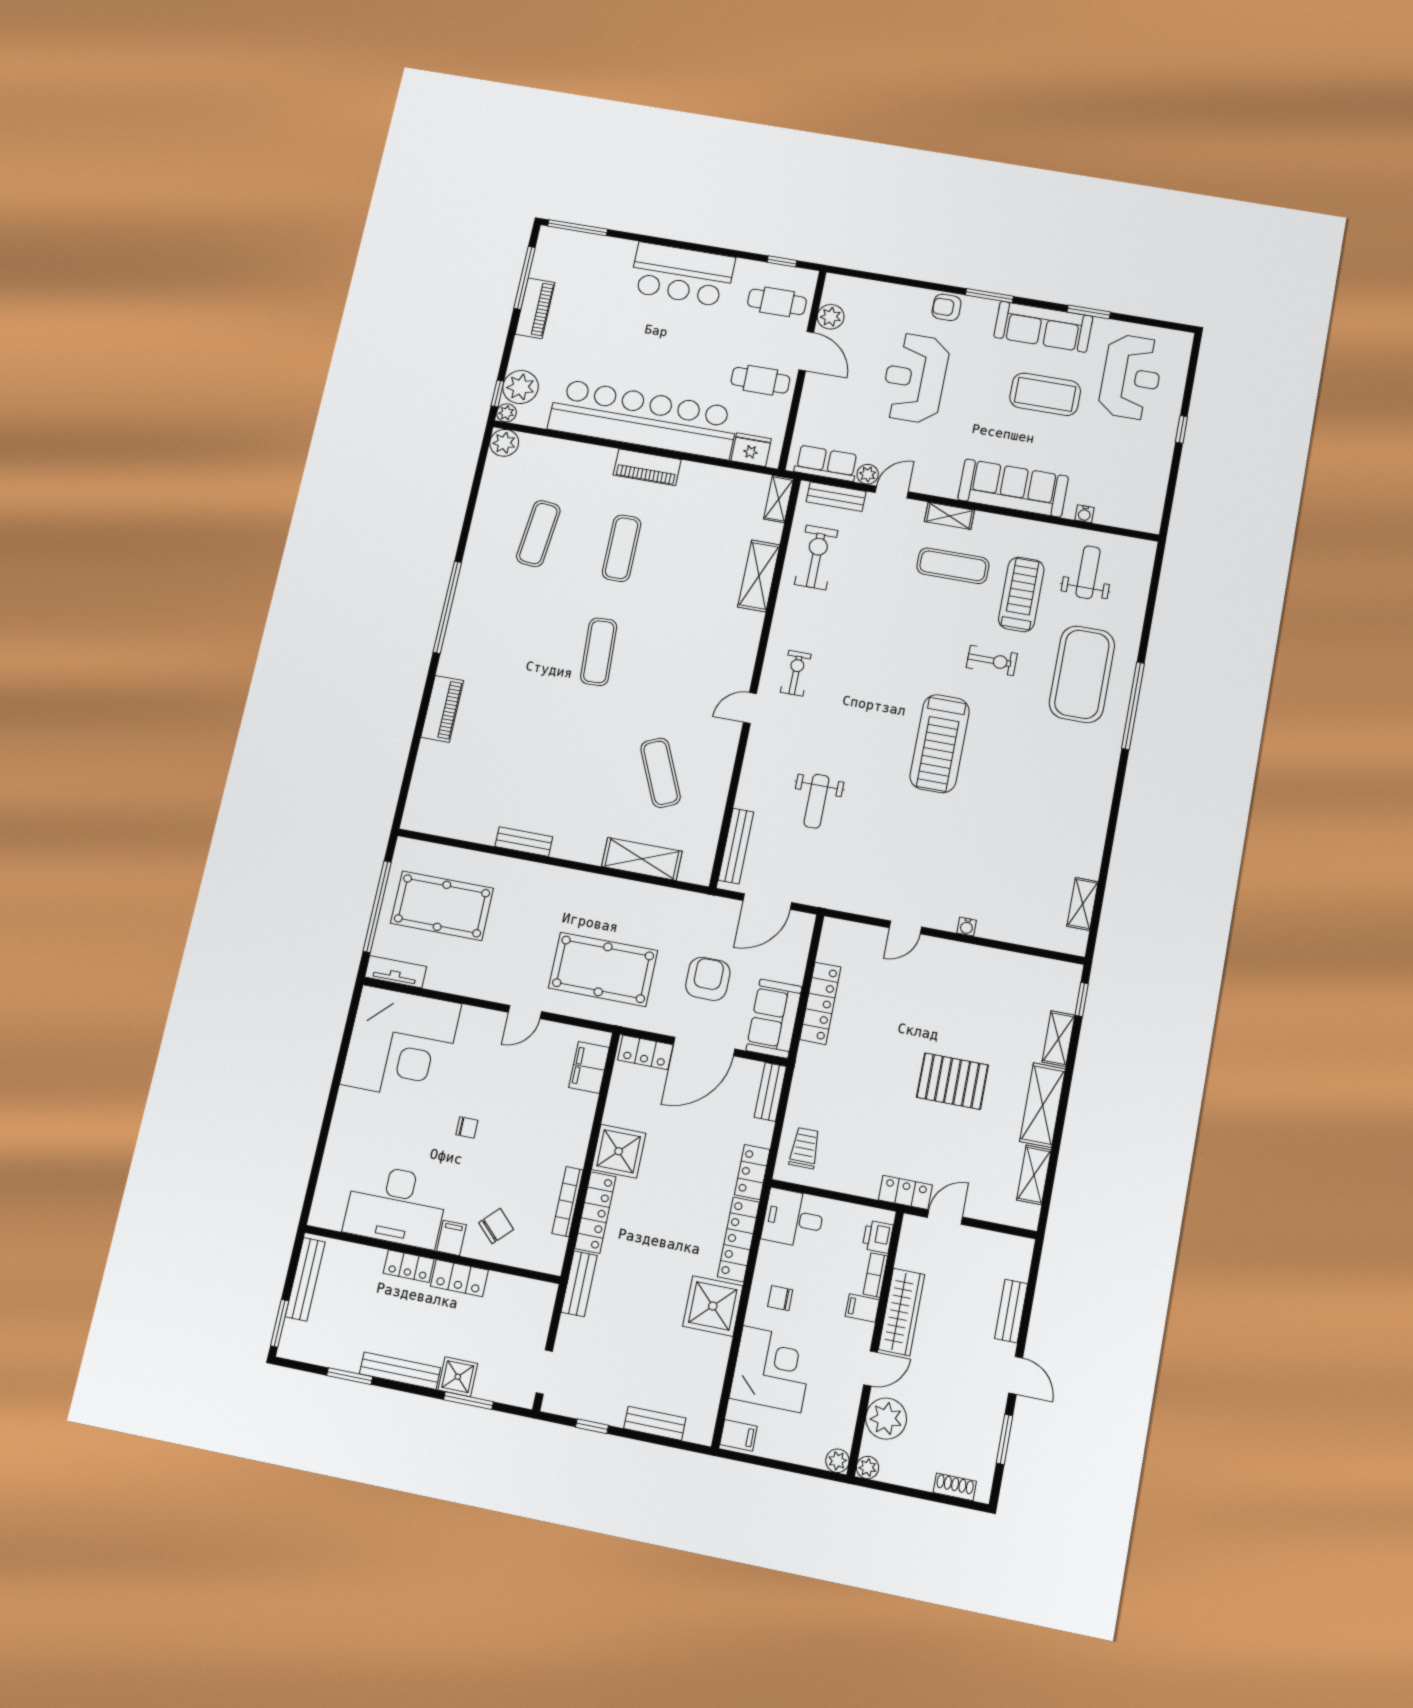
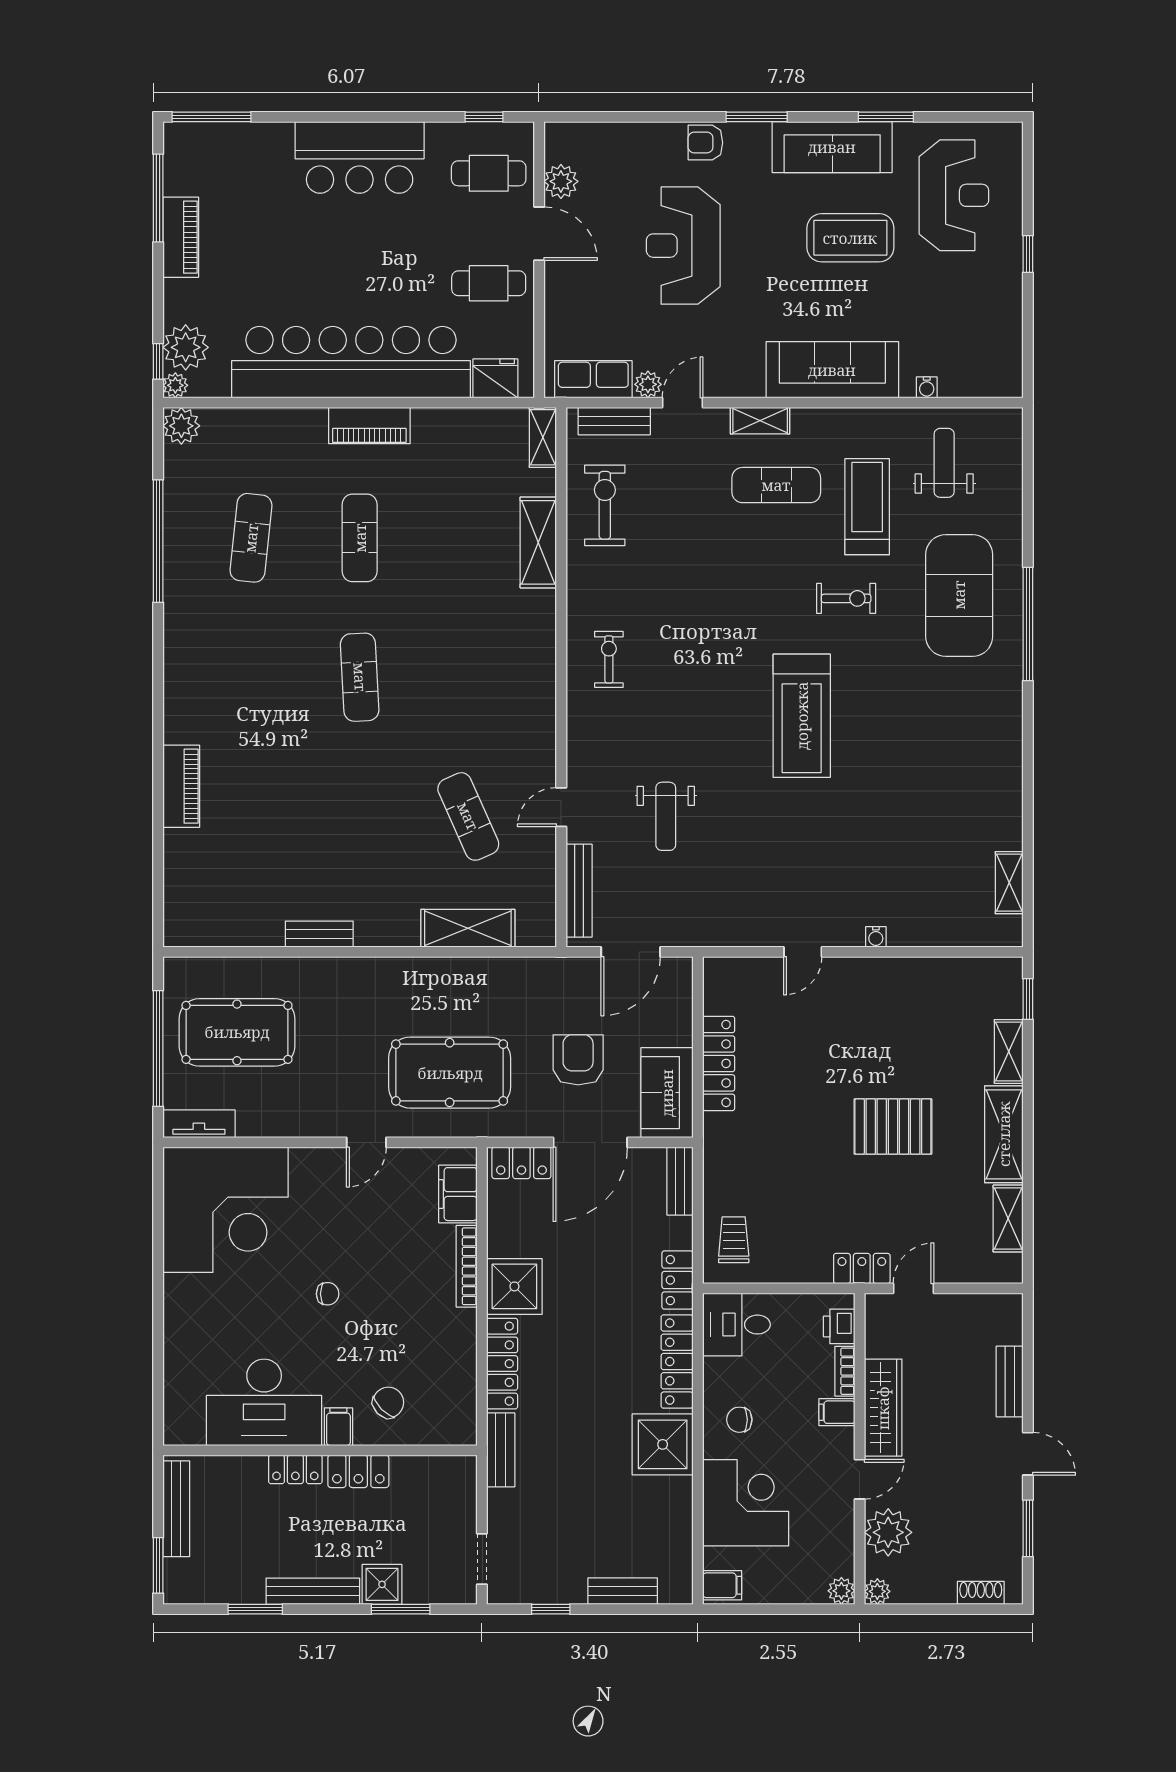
window: (447, 607) -> (158, 541), moved
door: (750, 708) -> (561, 807), moved
bookcase: (568, 1202) -> (467, 1266), moved

